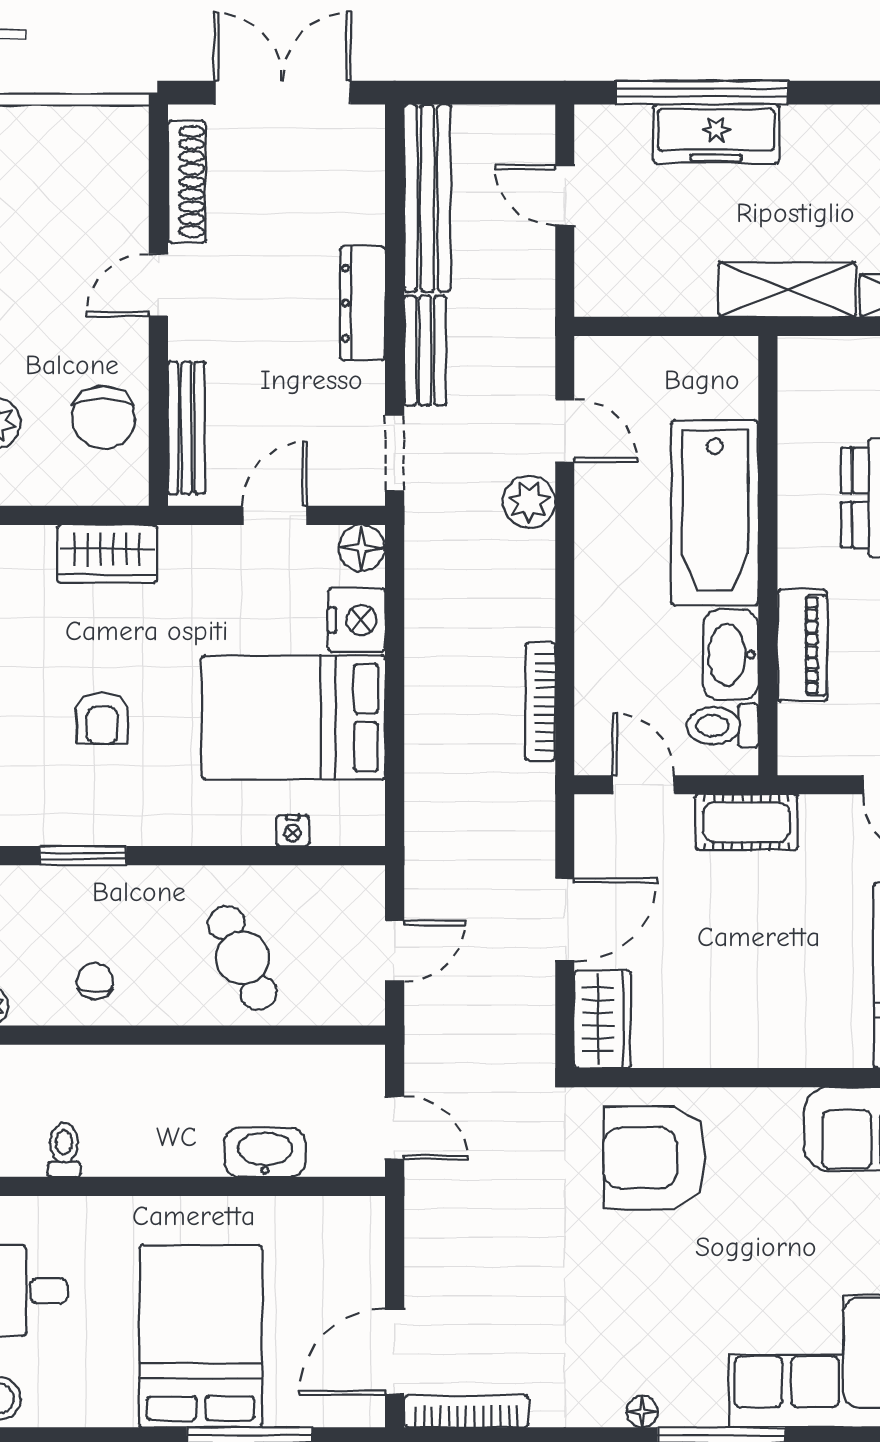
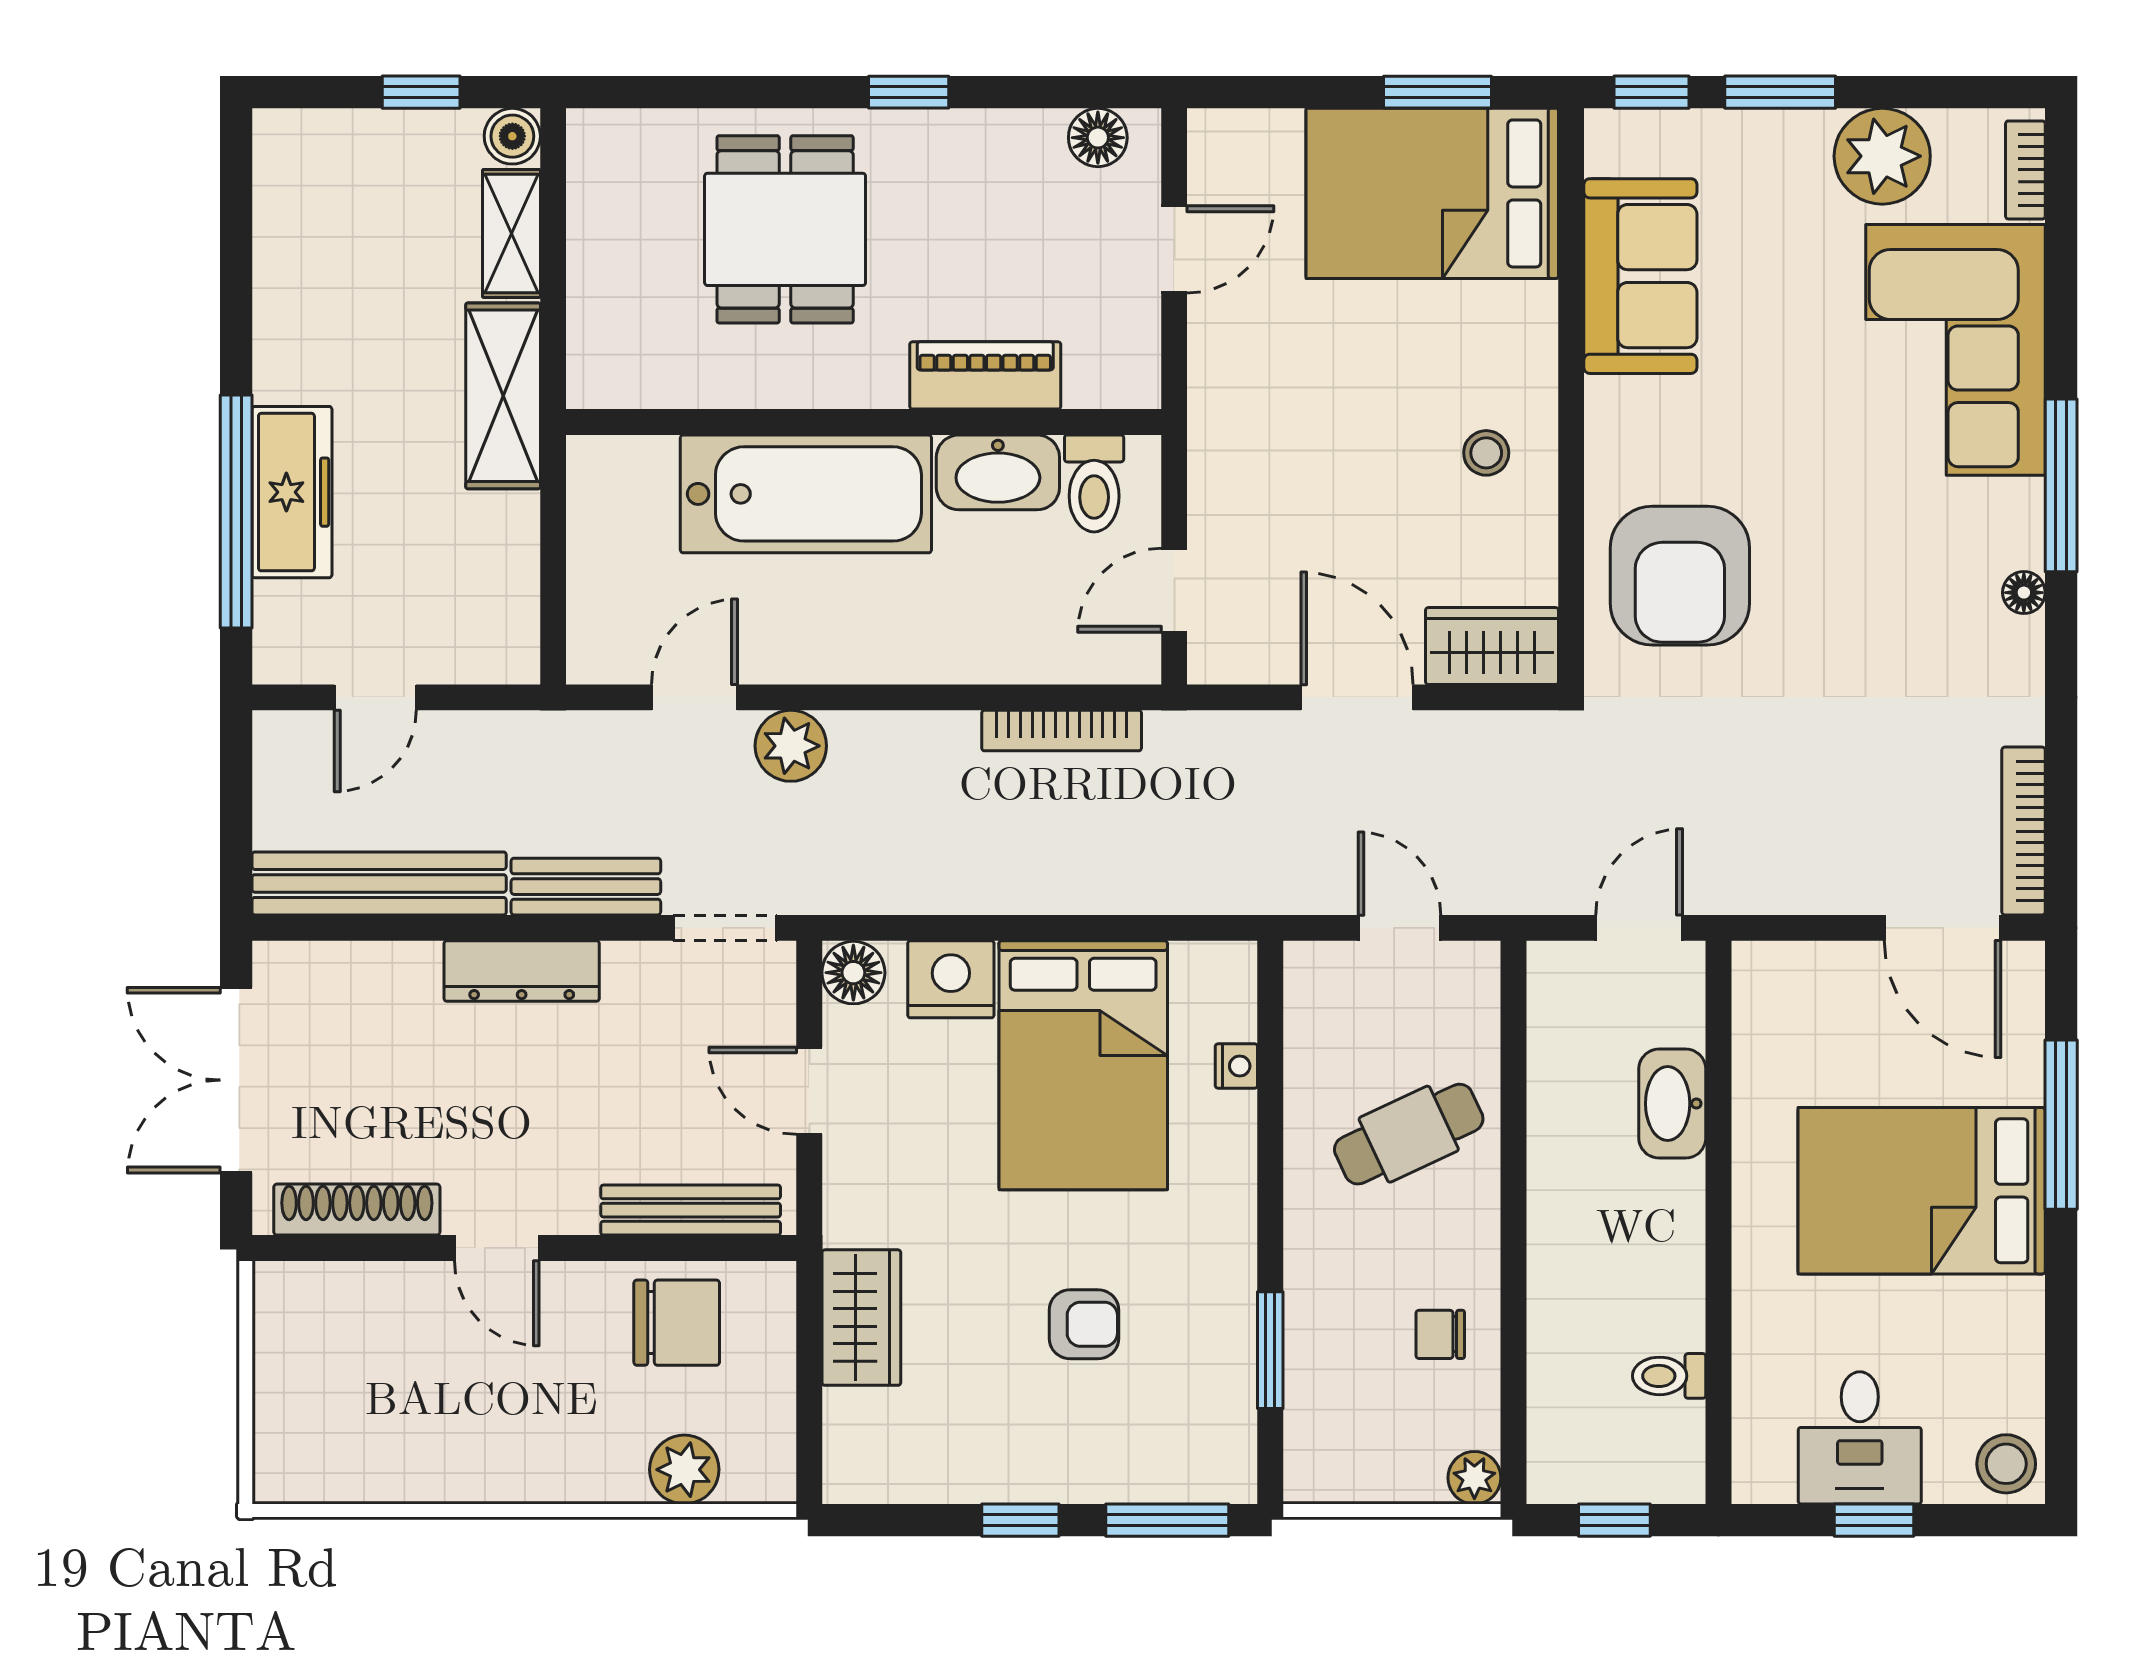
cot: (747, 822) -> (1225, 451), removed
stool: (745, 1015) -> (1486, 453), added

